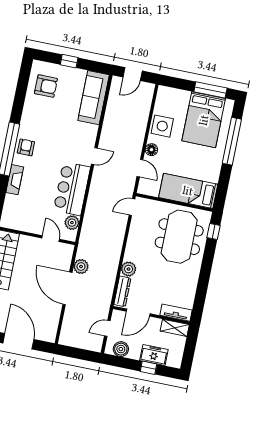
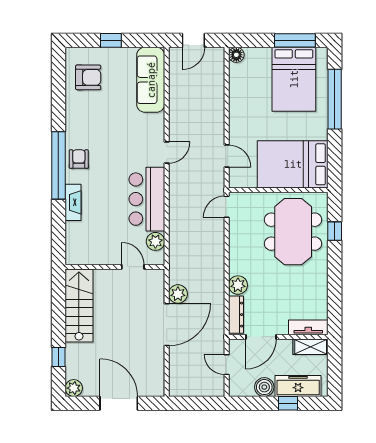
side table: (162, 126) -> (244, 98), removed
floor lamp: (151, 150) -> (236, 55), moved
bed: (188, 191) -> (293, 164), width x1.50
window: (214, 232) -> (335, 231), moved
door: (67, 288) -> (167, 325), swing flipped
door: (107, 328) -> (227, 365), hinge flipped
boiler: (121, 349) -> (264, 387), moved
freezer: (154, 355) -> (298, 386), width x1.40

